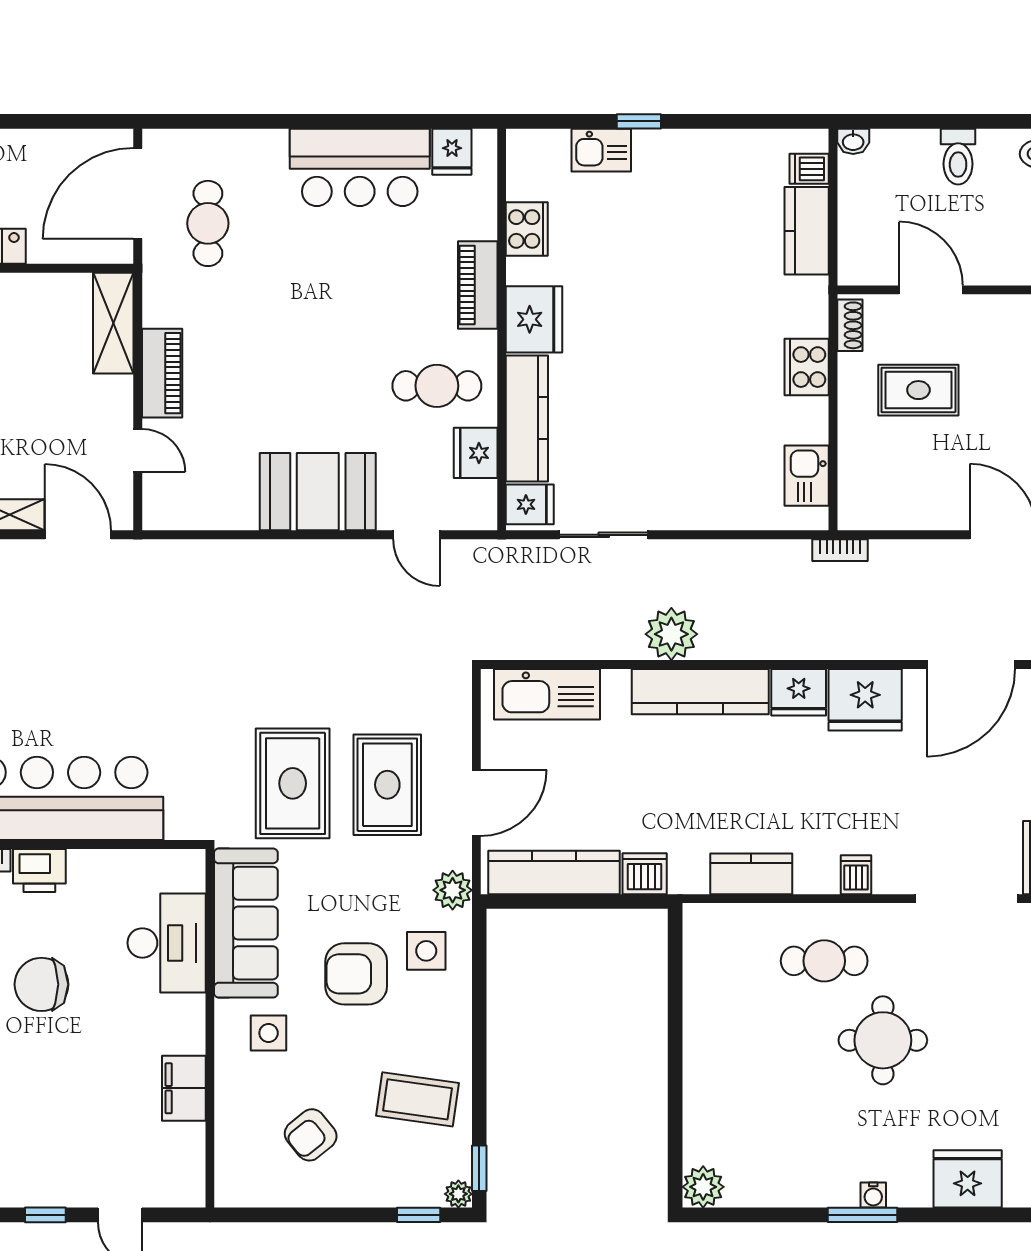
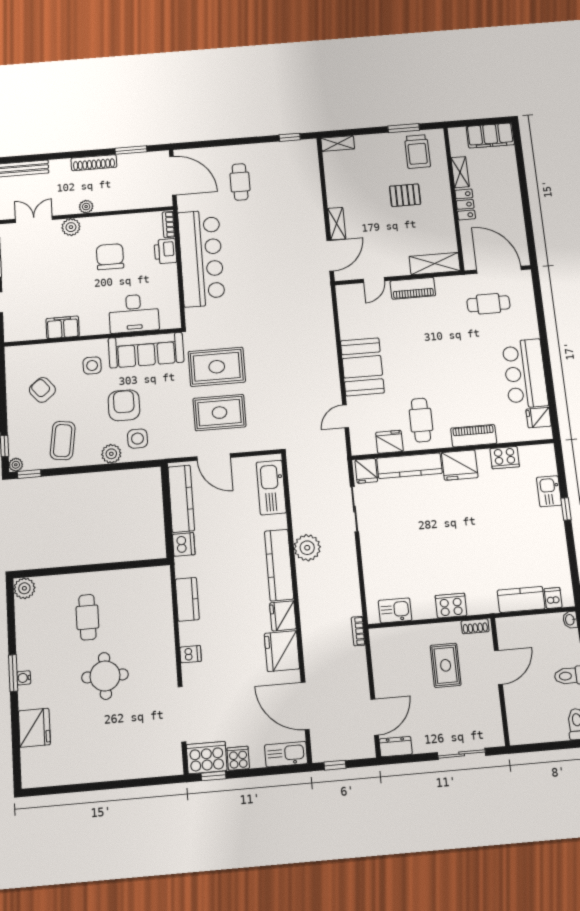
plant: (453, 890) -> (111, 454), moved
cafe table: (824, 961) -> (87, 617), moved

